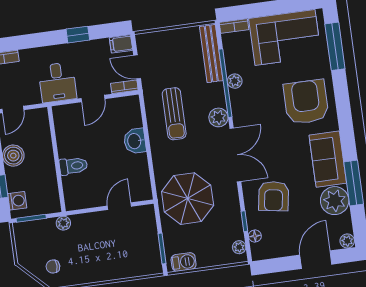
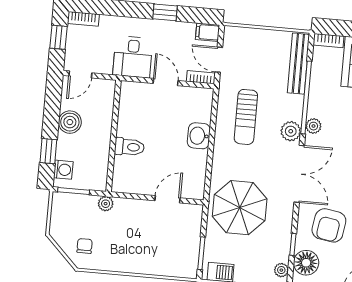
plant: (235, 81) -> (314, 126), moved
door: (93, 99) -> (166, 82), swing flipped
floor lamp: (255, 236) -> (306, 263), width x1.89, depth x1.89
chair: (53, 266) -> (85, 246), turned 90

